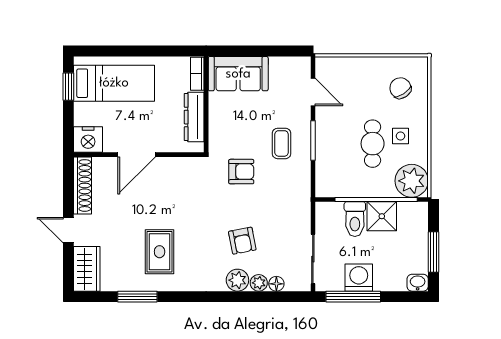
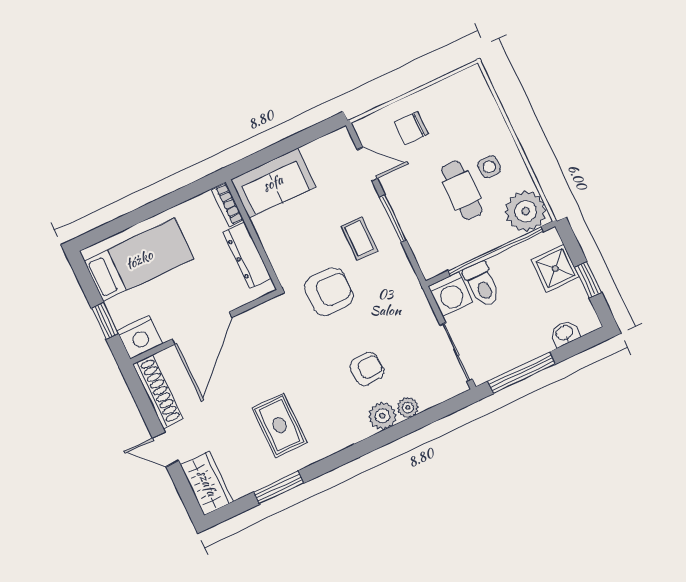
window: (68, 87) -> (105, 321), moved
chair: (400, 88) -> (411, 128), moved, turned -57
door: (137, 155) -> (202, 328), width x1.36
armchair: (241, 172) -> (329, 292), width x1.38, depth x1.38
shower: (382, 216) -> (555, 268), moved
armchair: (242, 241) -> (367, 369), turned -83
window: (434, 252) -> (588, 280), width x0.67
washing machine: (359, 278) -> (451, 294), moved, turned 180
washbasin: (418, 283) -> (565, 333), moved
floor lamp: (276, 284) -> (428, 399), removed

